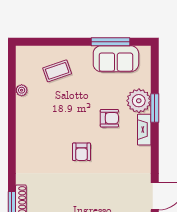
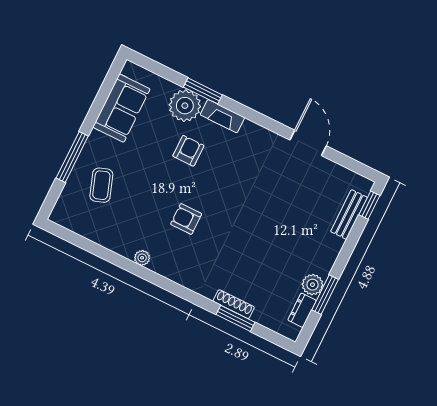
window: (111, 42) -> (72, 157), moved
plant: (22, 90) -> (142, 258), moved
armchair: (82, 152) -> (186, 219), moved, turned 180

